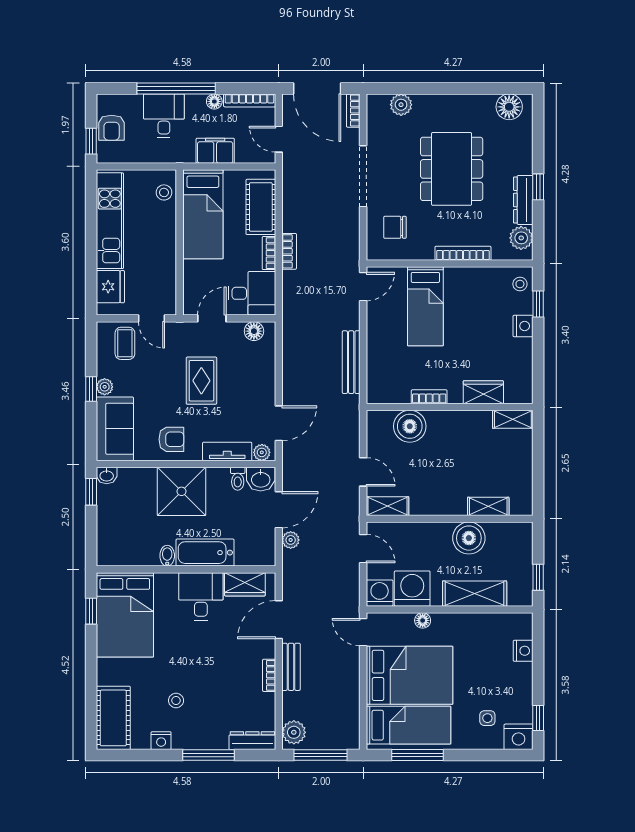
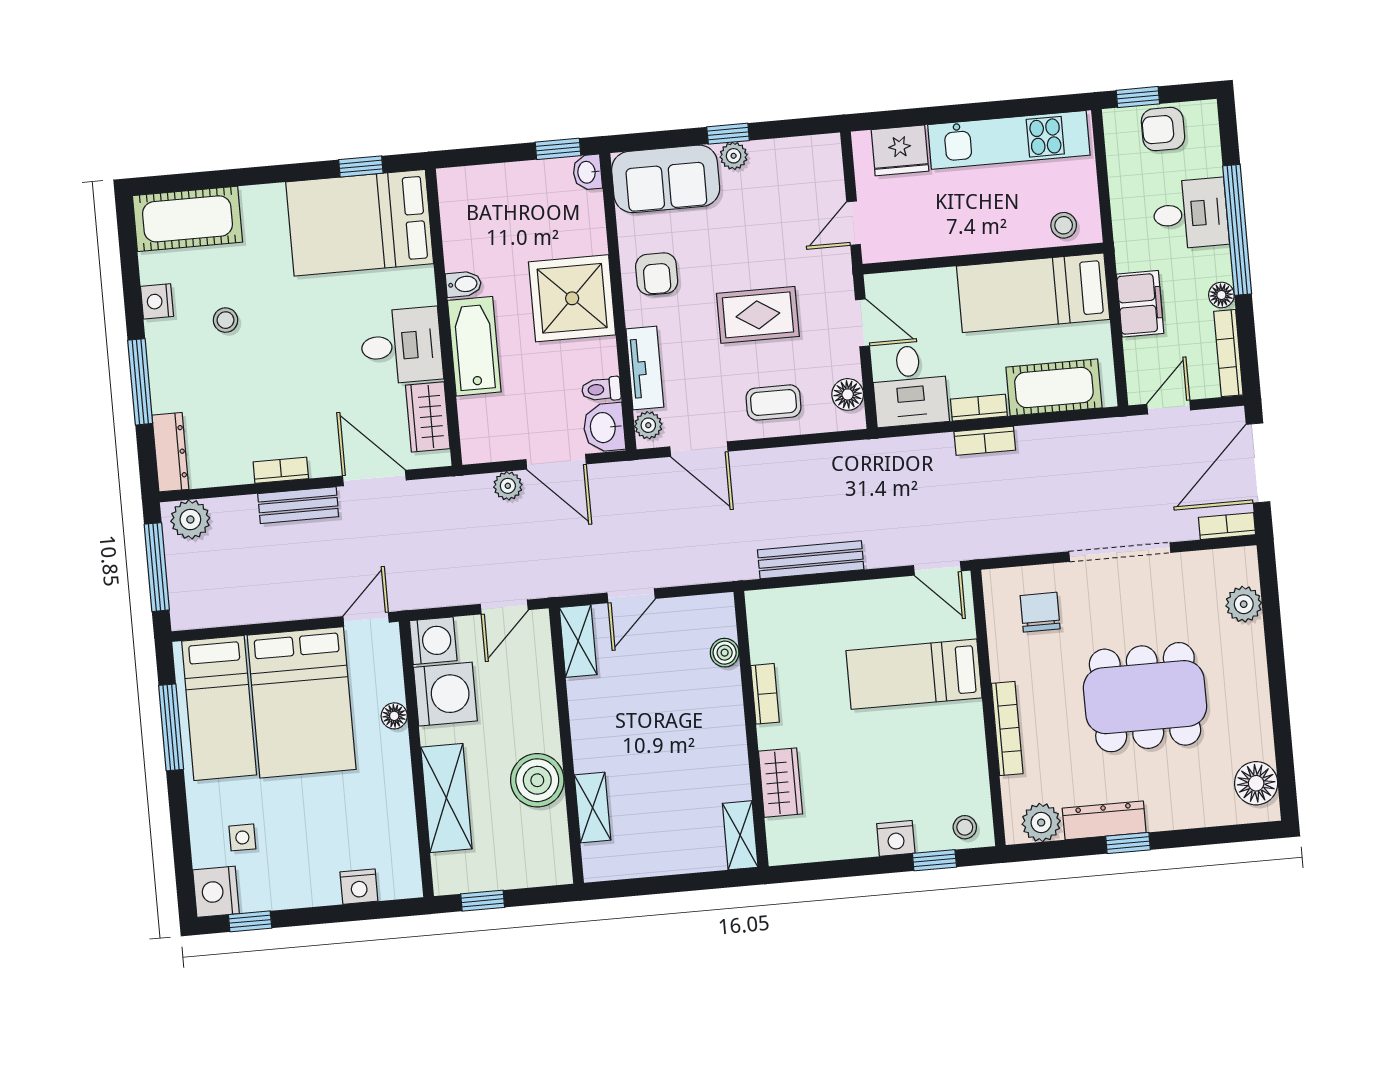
coffee table: (125, 343) -> (774, 403), moved
boiler: (410, 426) -> (725, 653), width x0.54, depth x0.54

